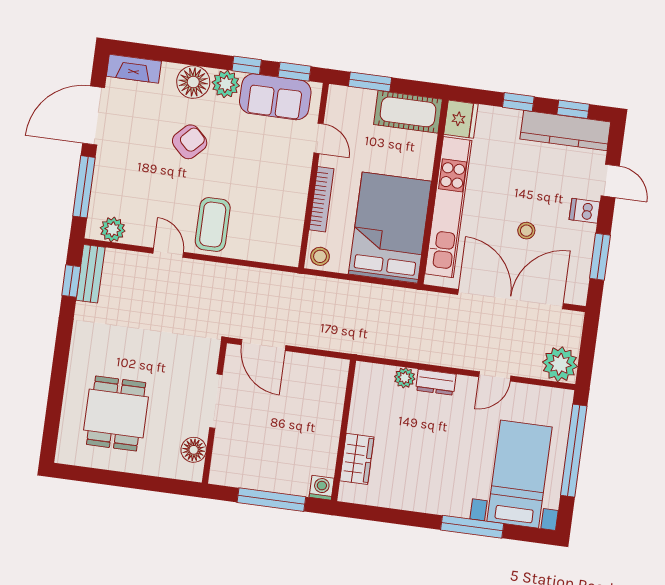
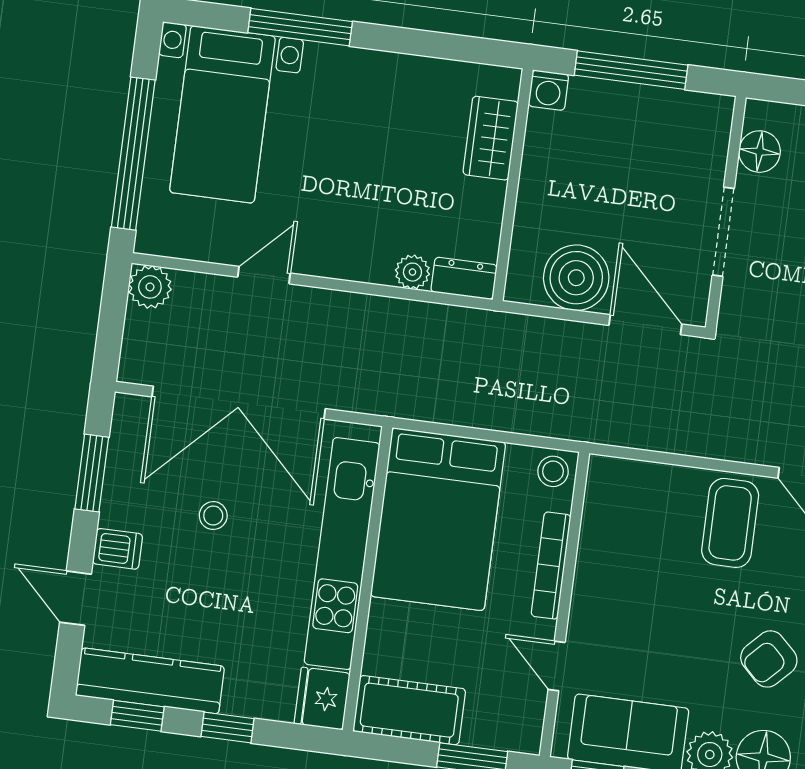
plant: (560, 364) -> (150, 287), width x0.73, depth x0.73
boiler: (305, 374) -> (576, 278), added
dresser: (436, 382) -> (464, 278), moved

